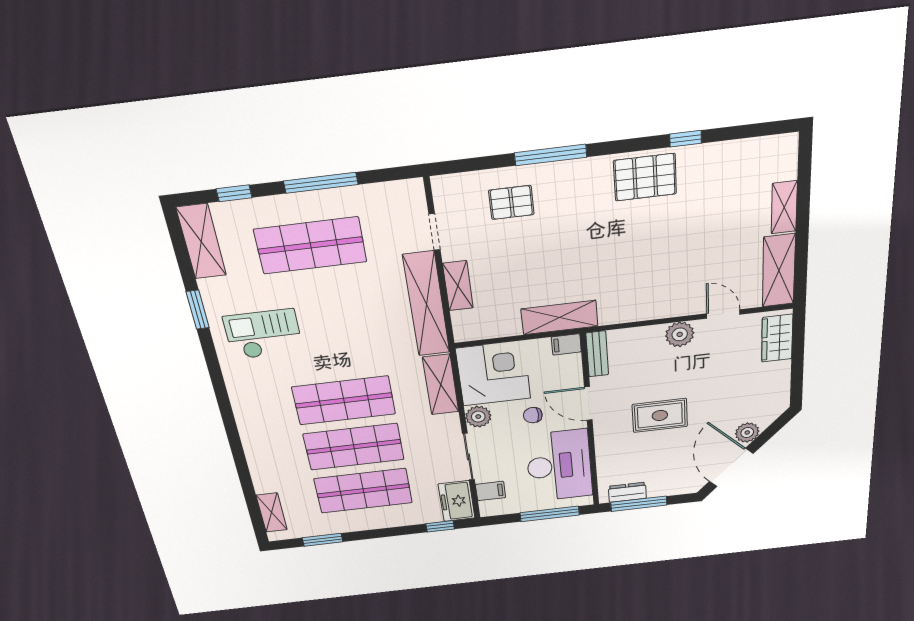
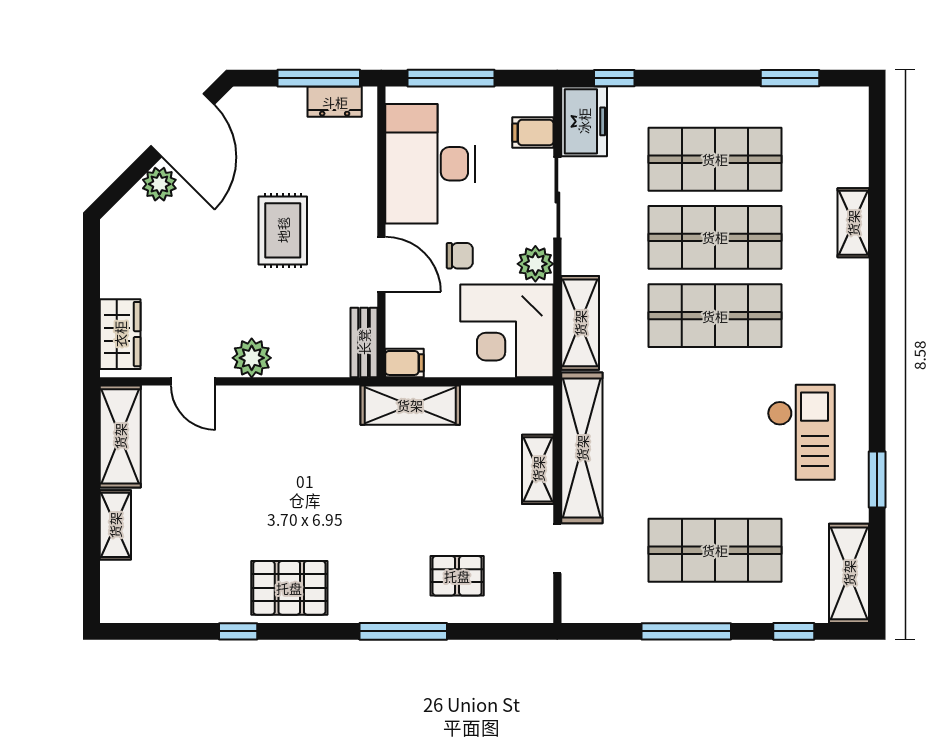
checkout: (263, 334) -> (801, 432), turned -90
rug: (660, 415) -> (283, 230), turned 90
shelving: (272, 513) -> (853, 223), moved

